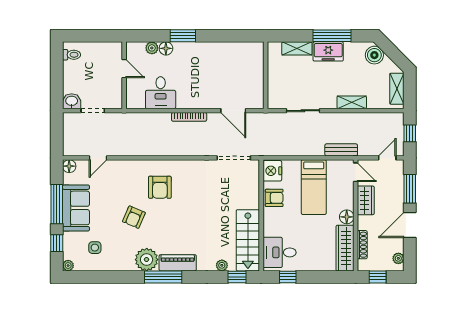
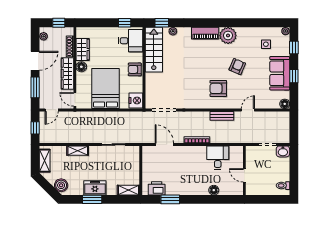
window: (183, 36) -> (170, 199), moved
window: (332, 36) -> (92, 199), width x0.69
plant: (152, 48) -> (224, 190), removed
shelving: (297, 48) -> (128, 190), moved
printer: (244, 51) -> (157, 188), added
bench: (341, 150) -> (222, 116), moved
door: (98, 158) -> (248, 110), moved
armchair: (160, 187) -> (218, 88), turned -90
bed: (314, 187) -> (105, 89), width x1.50
armchair: (274, 198) -> (135, 69), moved
wardrobe: (366, 200) -> (67, 74), width x1.50
window: (57, 204) -> (294, 76), width x0.46
wardrobe: (345, 248) -> (83, 49), width x0.67
window: (163, 277) -> (216, 23), removed

